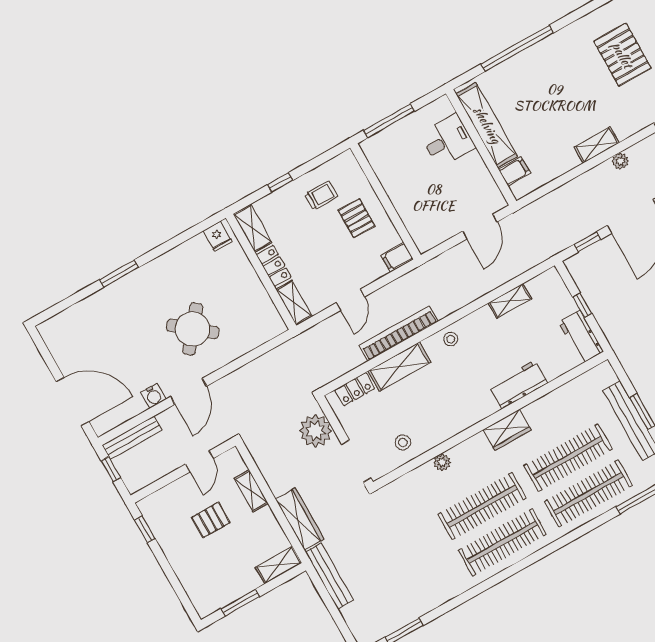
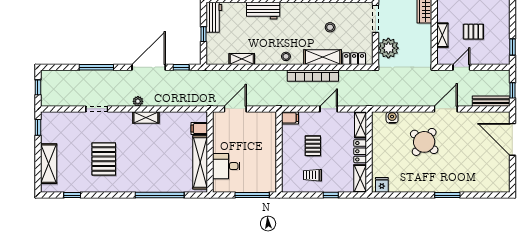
pallet: (357, 218) -> (313, 146), moved
water cooler: (153, 396) -> (392, 117), moved
stool: (403, 442) -> (330, 27), moved

